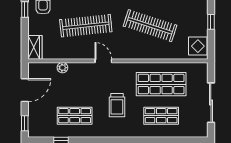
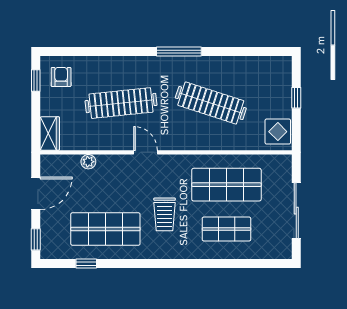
shop shelf: (75, 116) -> (105, 229), width x1.43, depth x1.36

